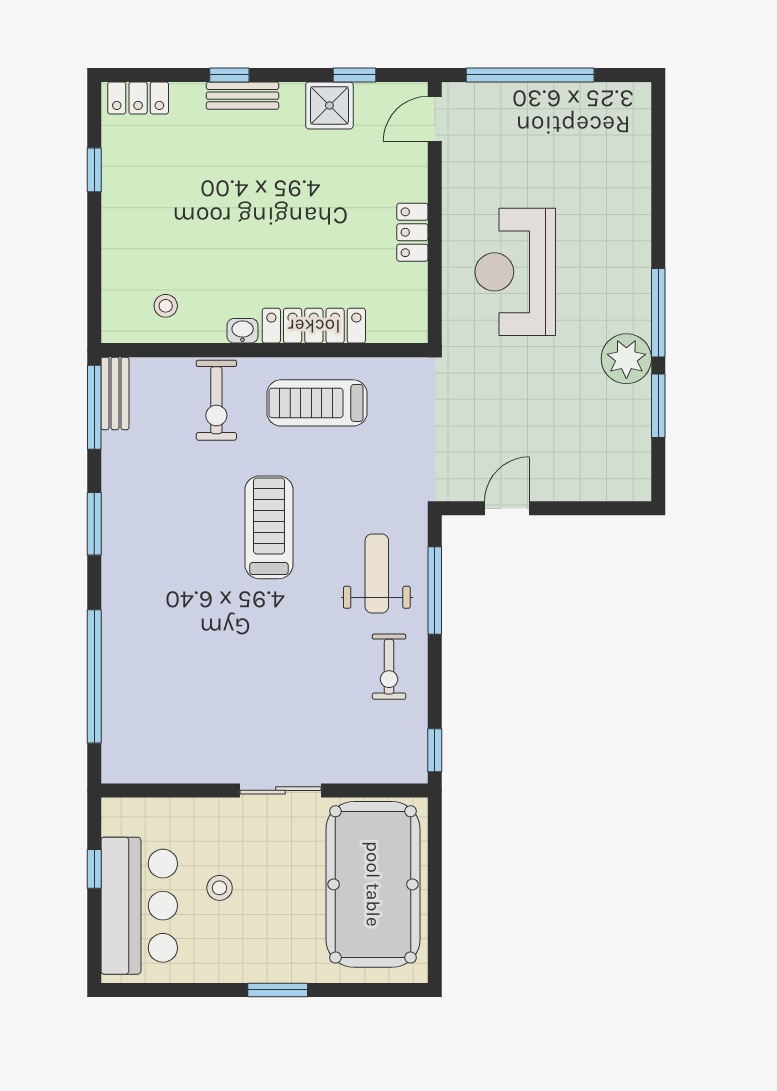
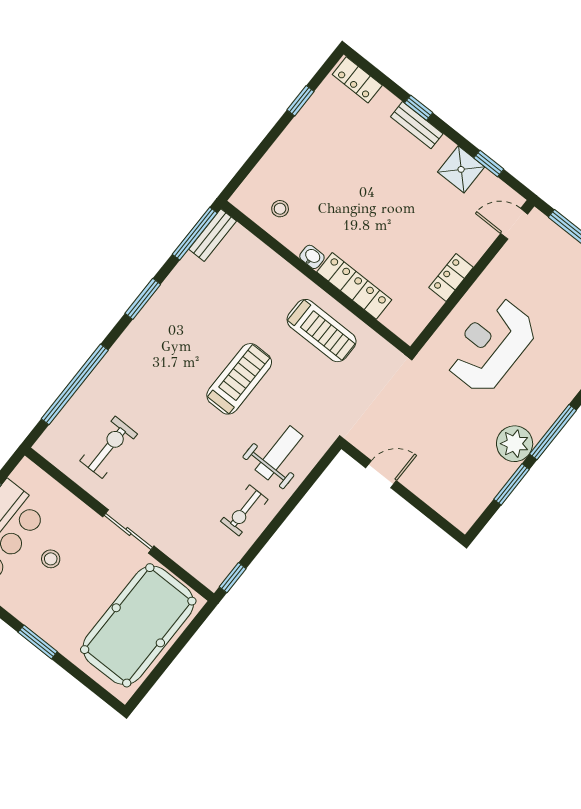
exercise bike: (216, 400) -> (109, 447), moved, turned 180
treadmill: (317, 403) -> (322, 331), turned 180
window: (435, 591) -> (304, 488), removed

